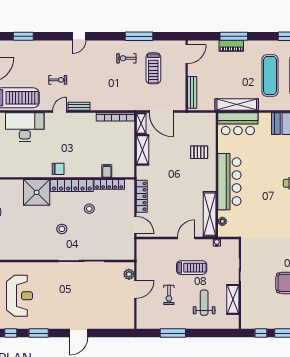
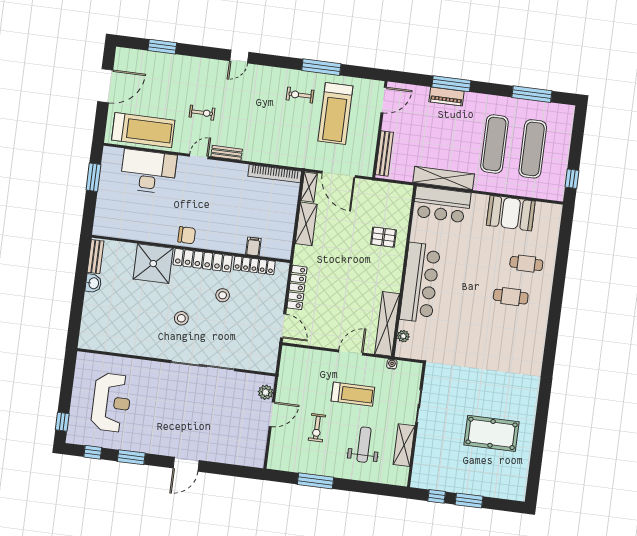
treadmill: (153, 68) -> (335, 114), width x1.37, depth x1.38

